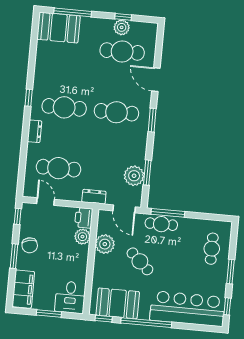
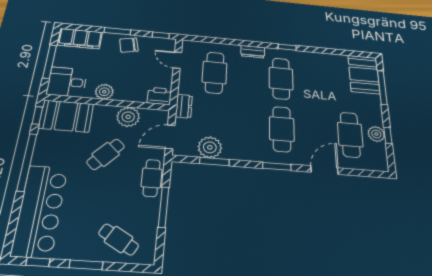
door: (46, 202) -> (177, 60), swing flipped
window: (168, 213) -> (164, 207), moved
plant: (82, 237) -> (104, 92), moved
cafe table: (212, 249) -> (119, 239), turned 30
booth: (118, 303) -> (66, 116), moved, turned 90
window: (49, 314) -> (50, 61), width x1.44

